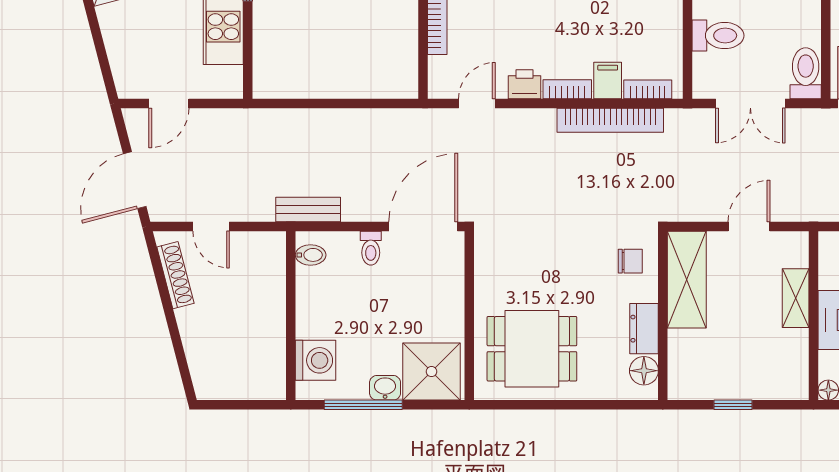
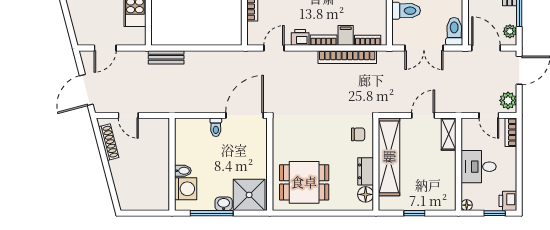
bench: (308, 210) -> (166, 57), moved
bidet: (311, 255) -> (183, 171), moved
shelving: (687, 280) -> (389, 157), width x1.47
shelving: (796, 298) -> (449, 134), moved

